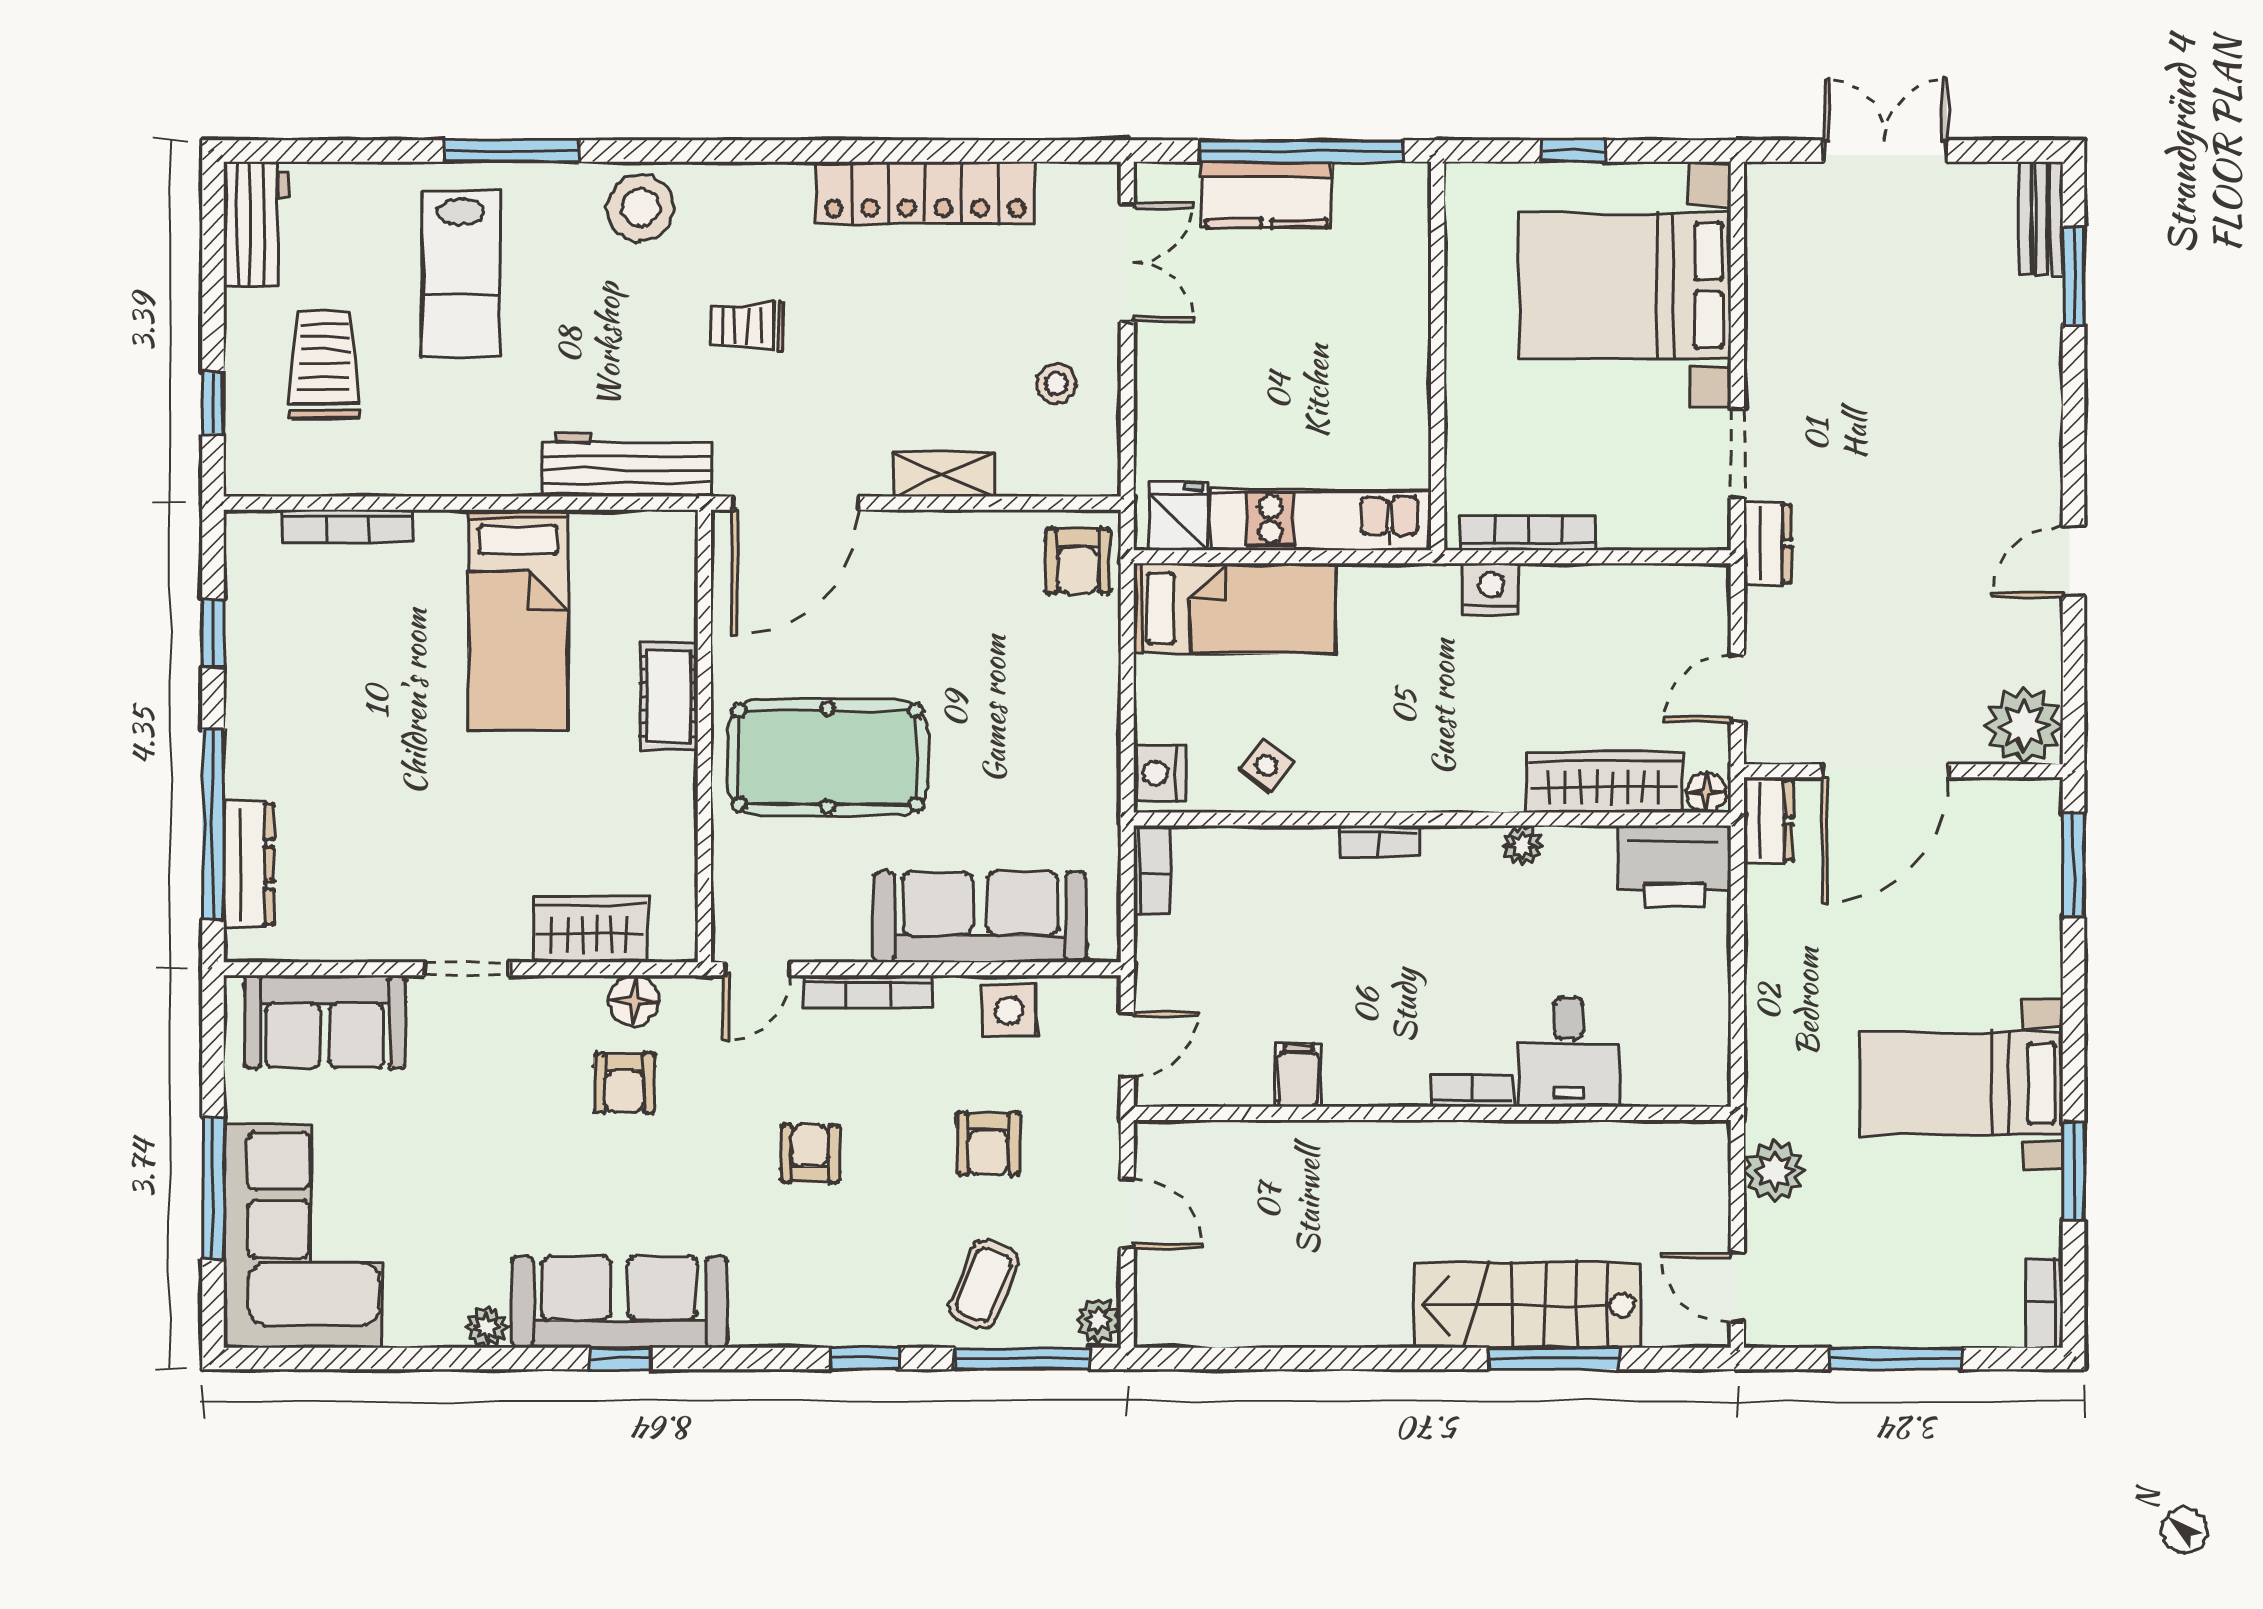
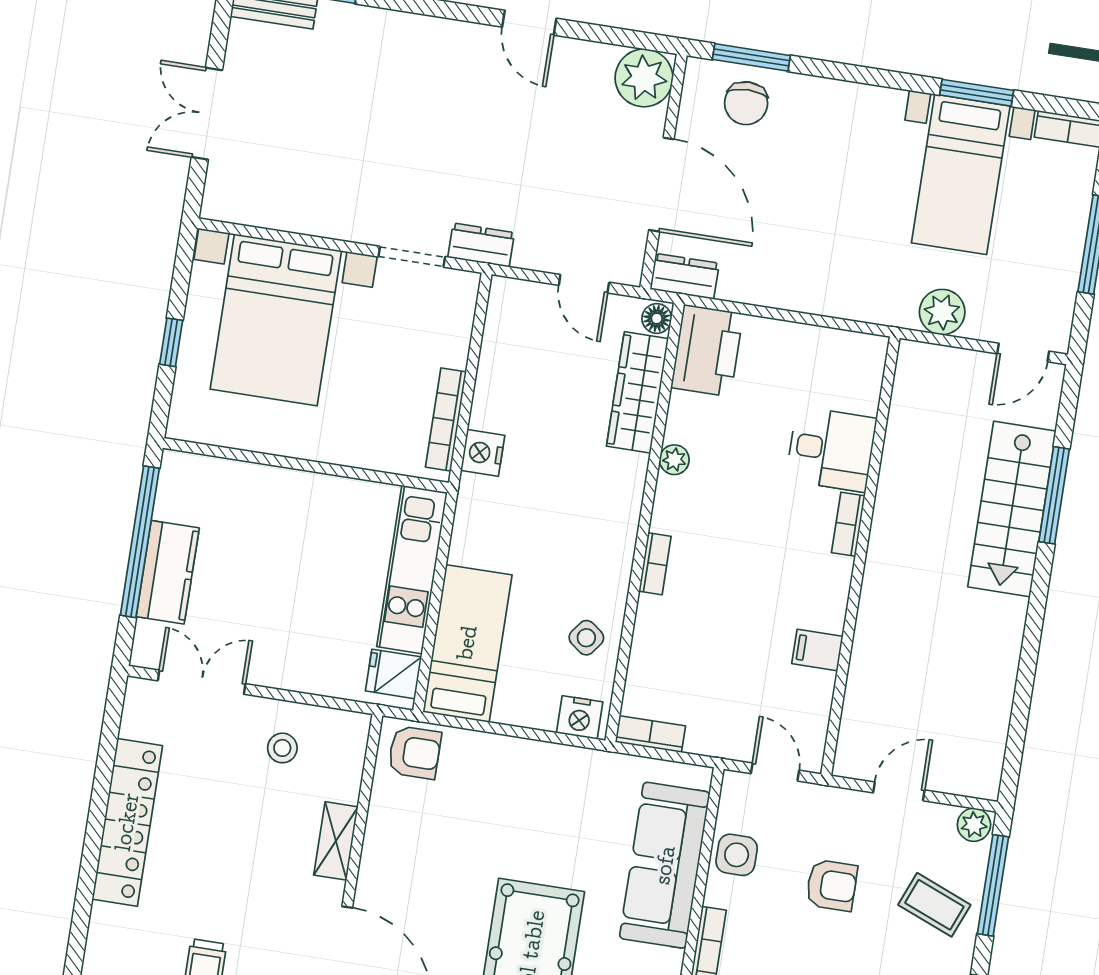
chair: (2012, 867) -> (746, 103), added
bed with nightstands: (1961, 1084) -> (961, 174), moved

